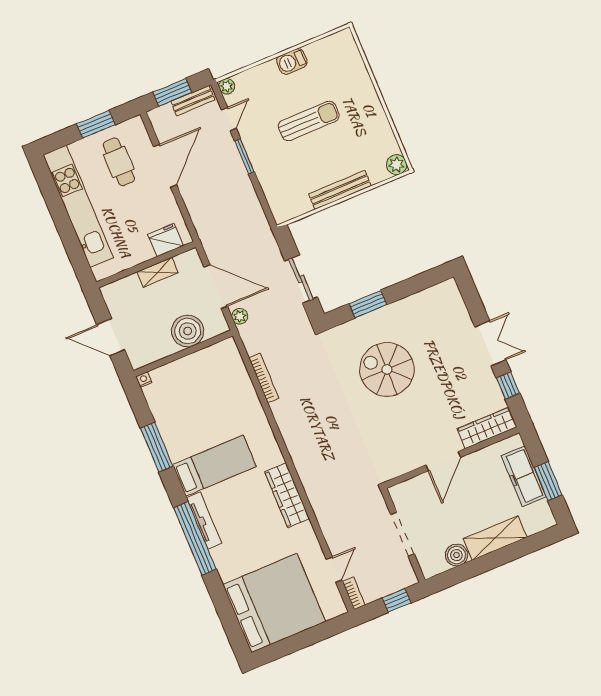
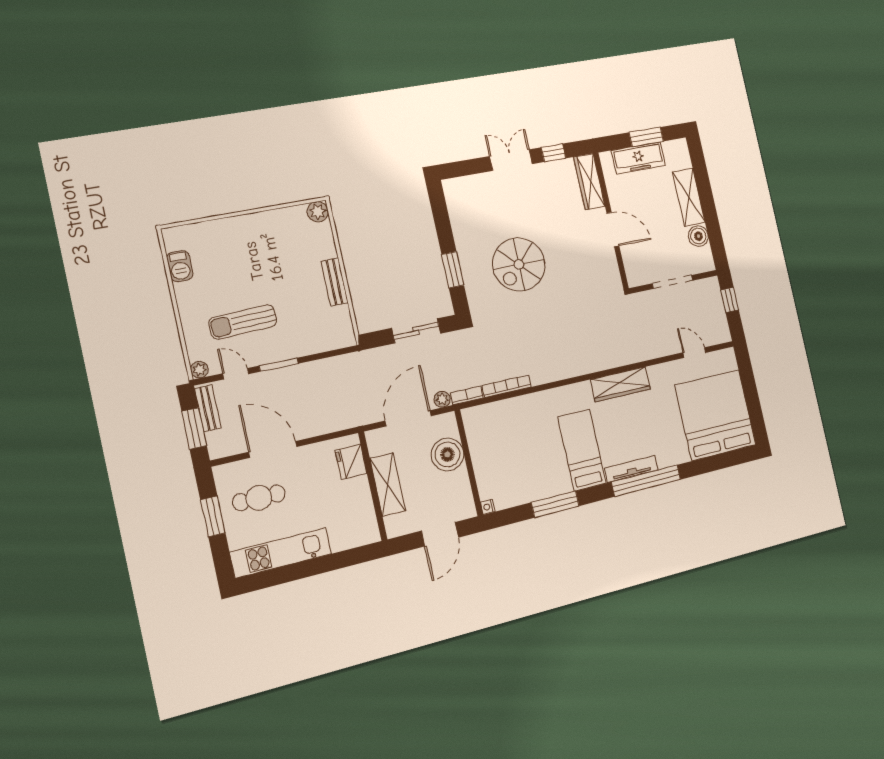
barbecue: (292, 61) -> (180, 266), moved
sun lounger: (309, 121) -> (243, 322), moved, turned -92
bench: (340, 190) -> (335, 282), width x0.73
kitchen unit: (78, 206) -> (281, 553), width x0.73
shelving: (157, 272) -> (388, 485), width x1.50, depth x1.33
bookcase: (354, 593) -> (467, 395), moved

